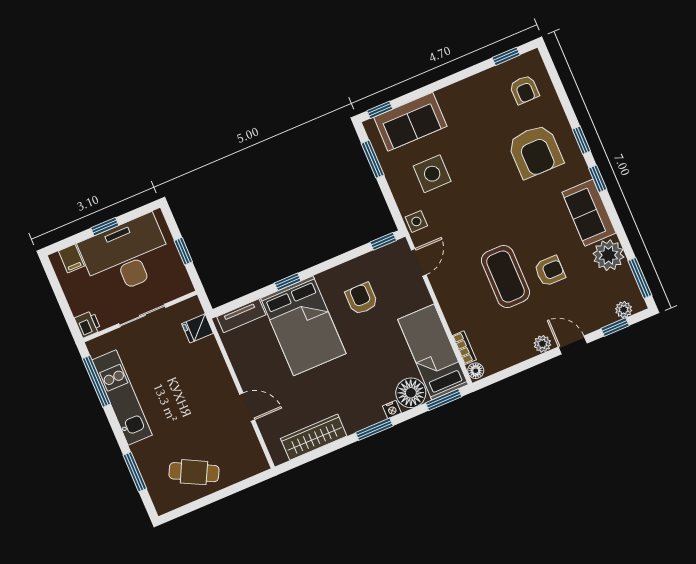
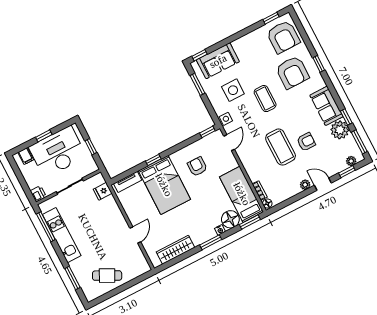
armchair: (524, 90) -> (283, 37), width x1.88, depth x1.88
window: (598, 179) -> (346, 117), moved
coffee table: (486, 192) -> (265, 99), added
door: (247, 407) -> (135, 235), hinge flipped

